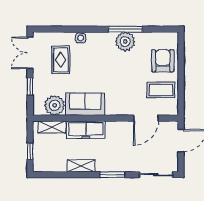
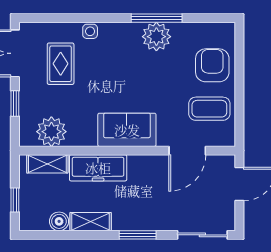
sofa: (85, 104) -> (127, 130), moved
boiler: (60, 166) -> (59, 221), added

